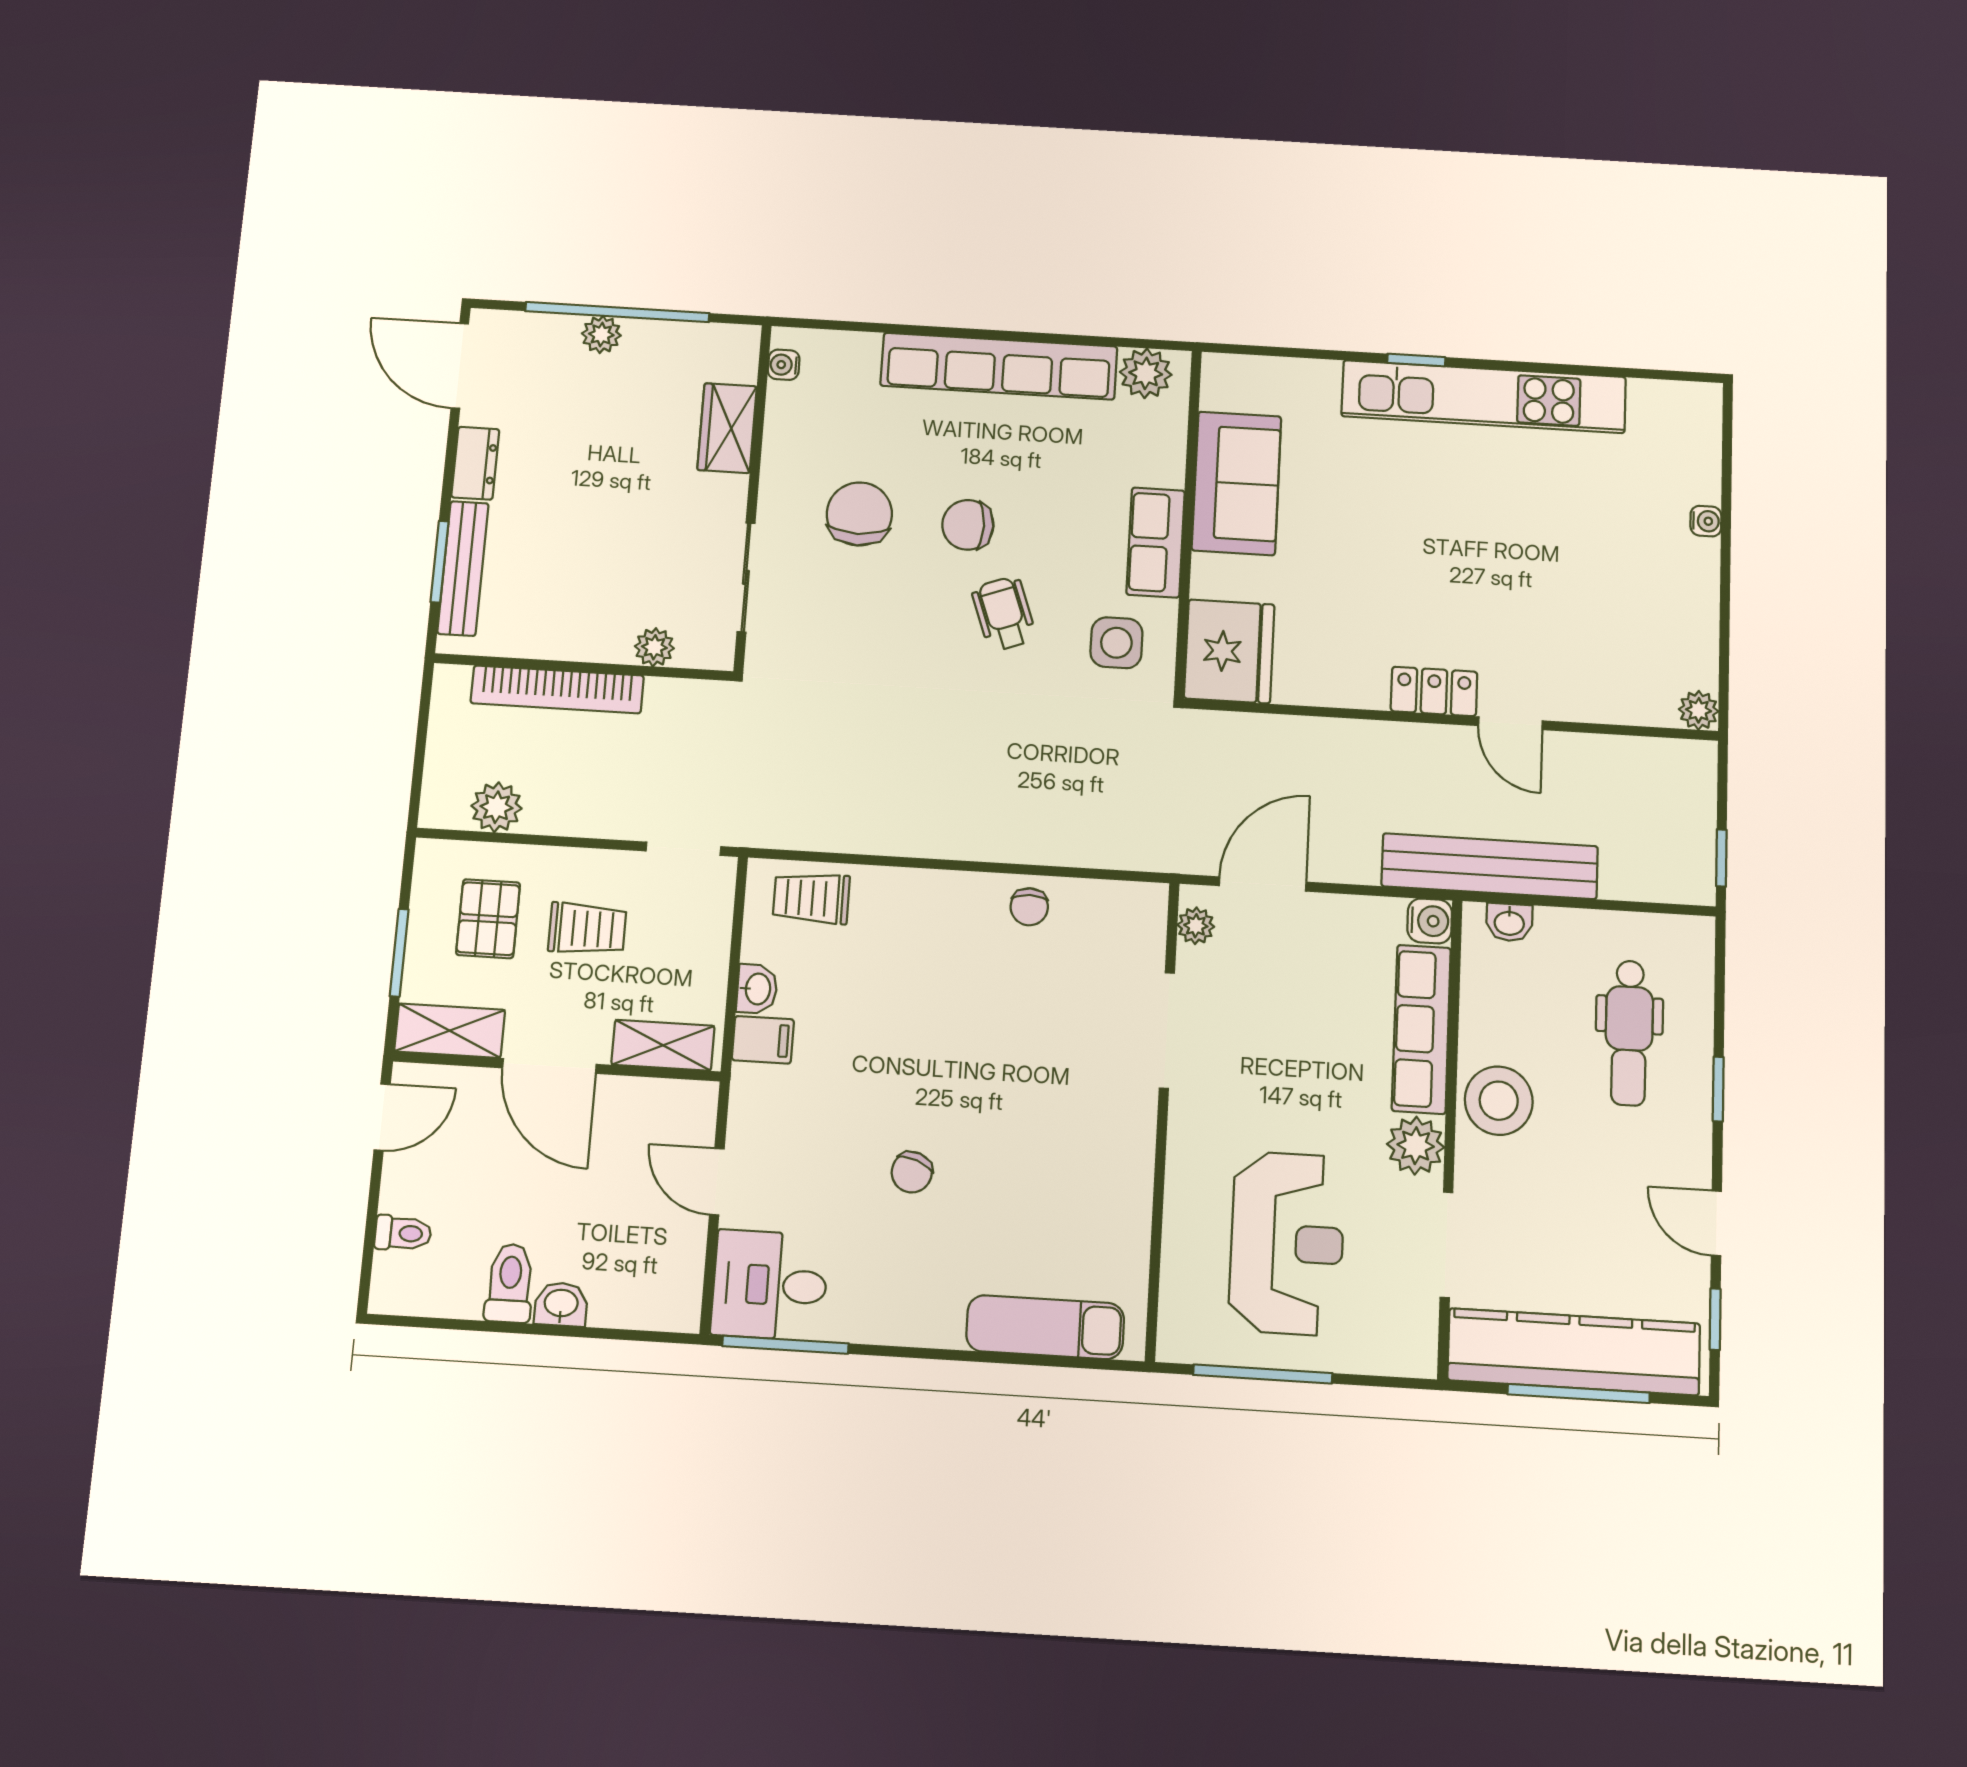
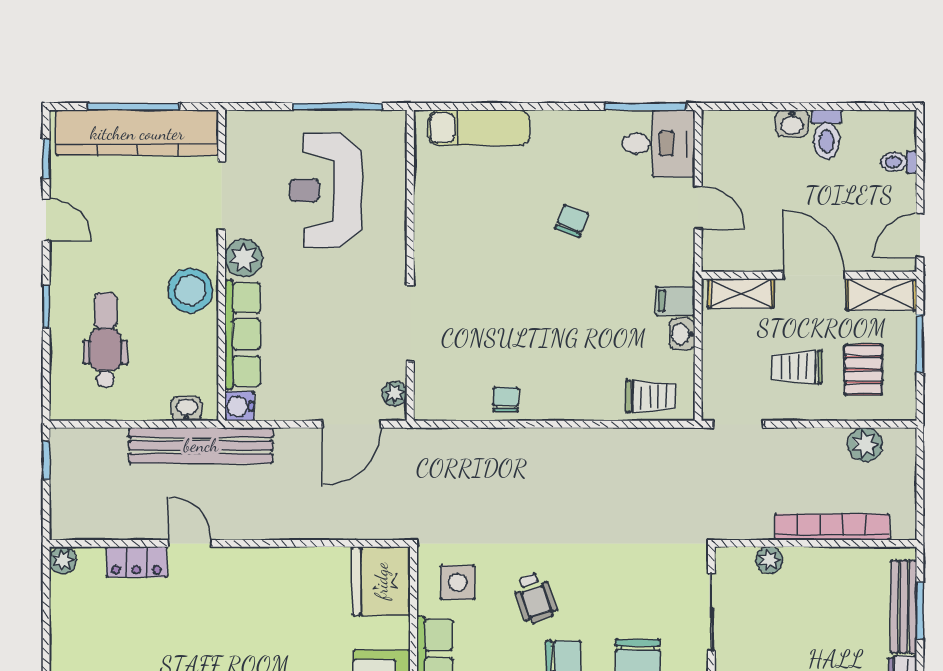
locker: (1434, 691) -> (136, 562), moved

